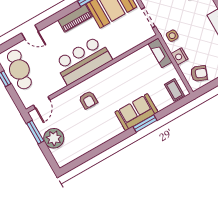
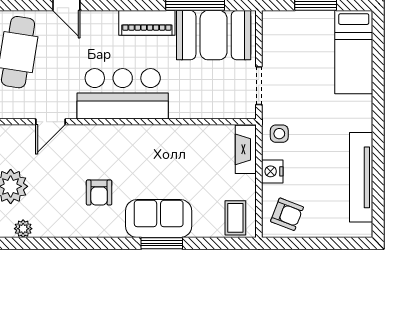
armchair: (88, 100) -> (99, 192), moved
door: (42, 103) -> (50, 122), moved
plant: (72, 156) -> (23, 229), added

